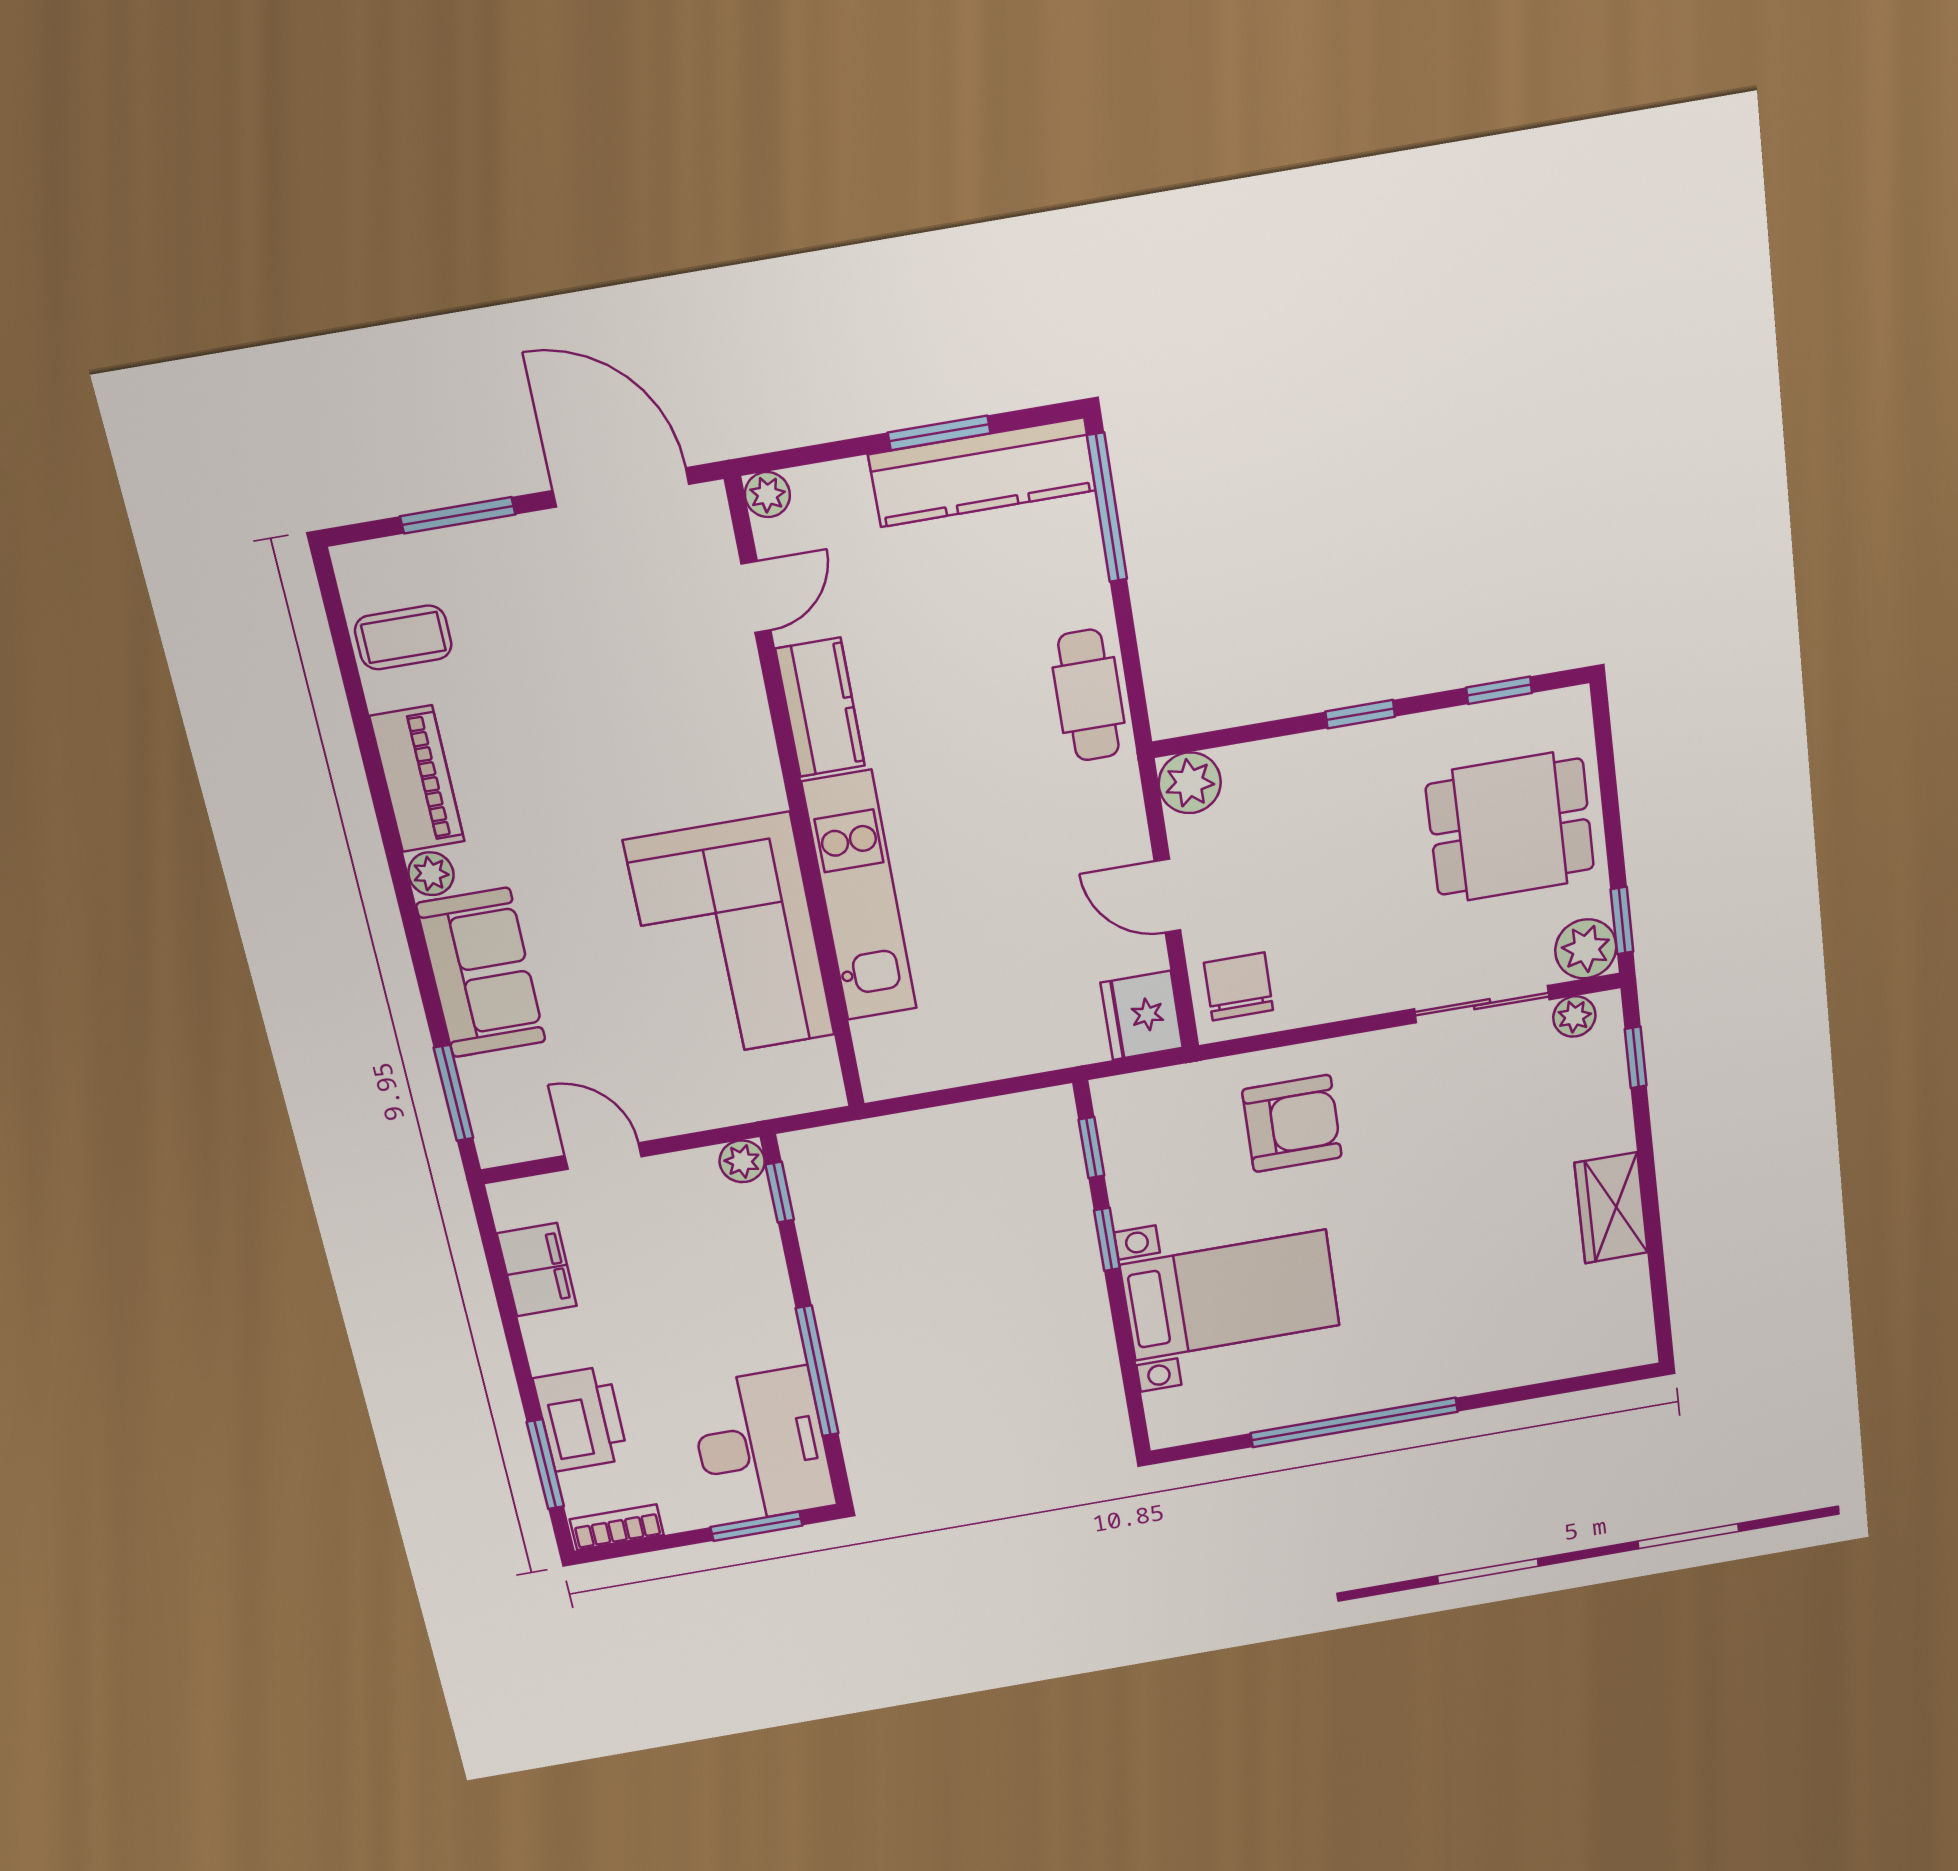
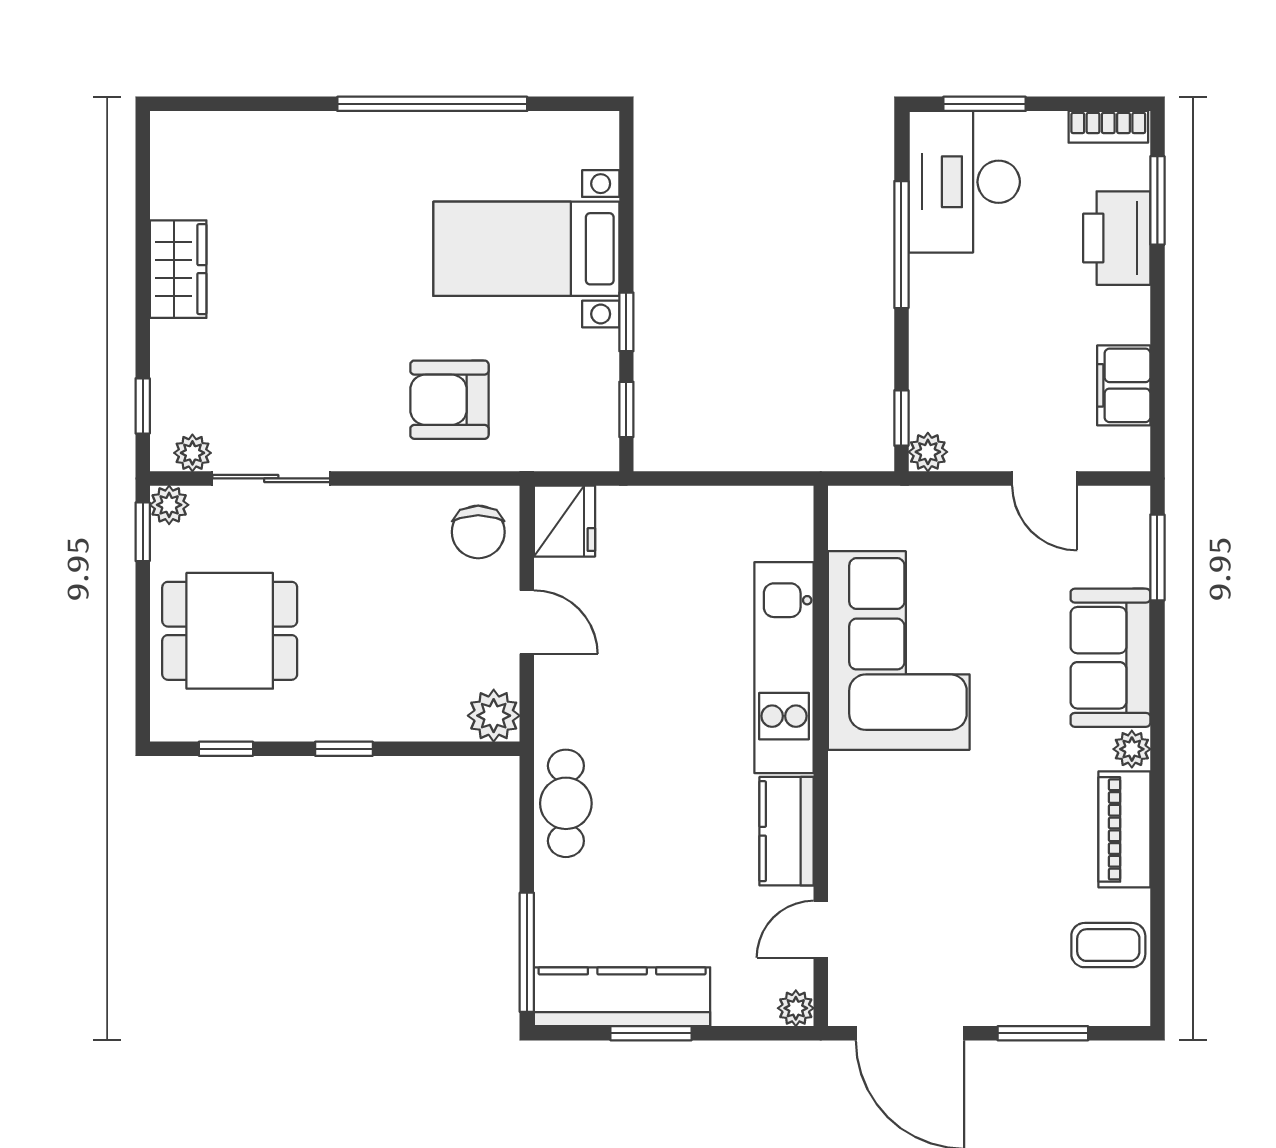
plant: (1586, 949) -> (169, 505), width x0.73, depth x0.73

